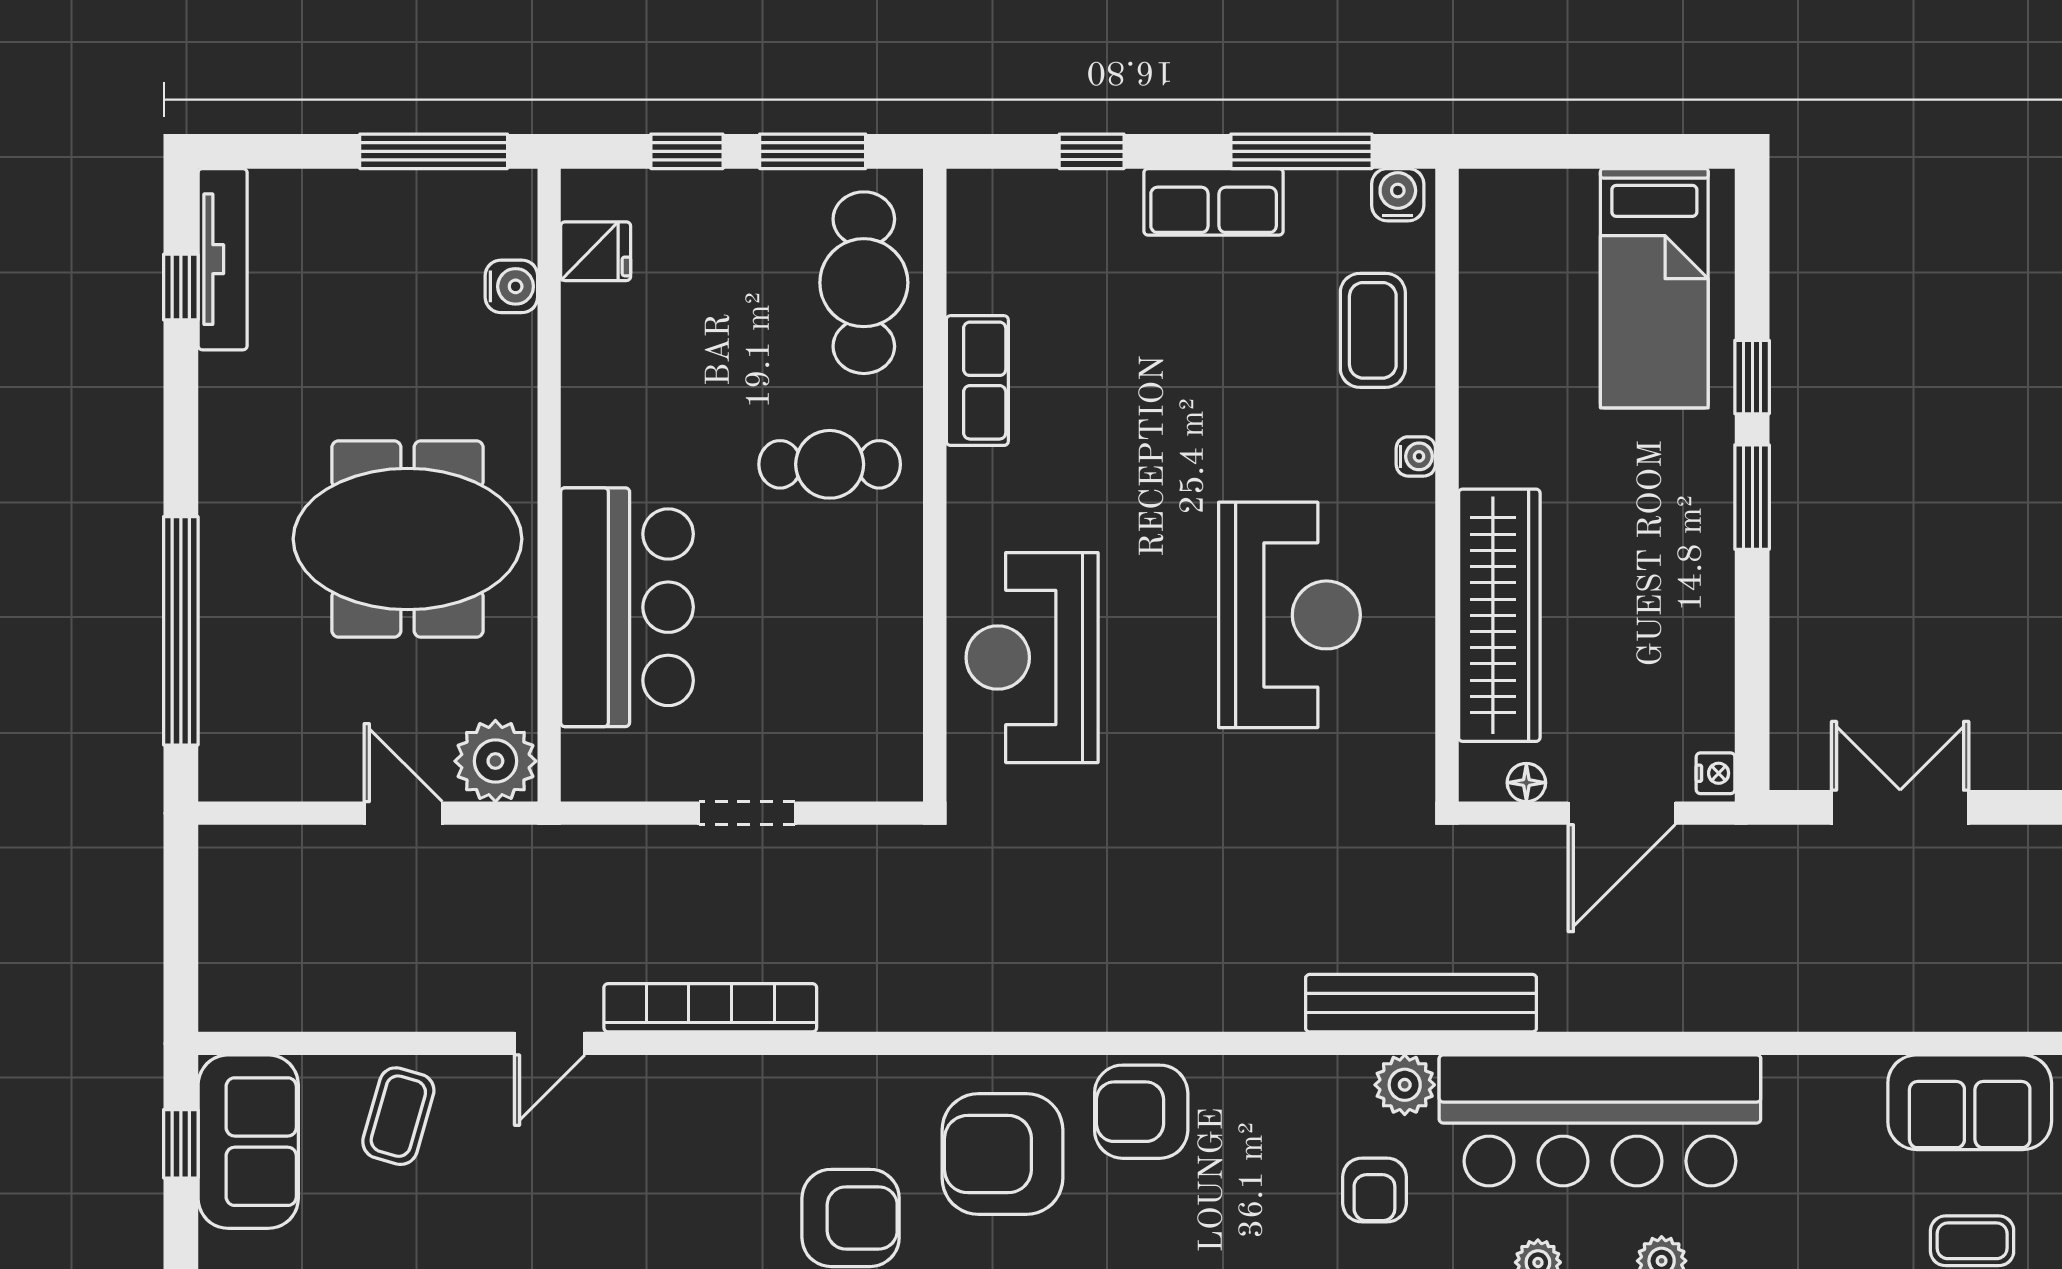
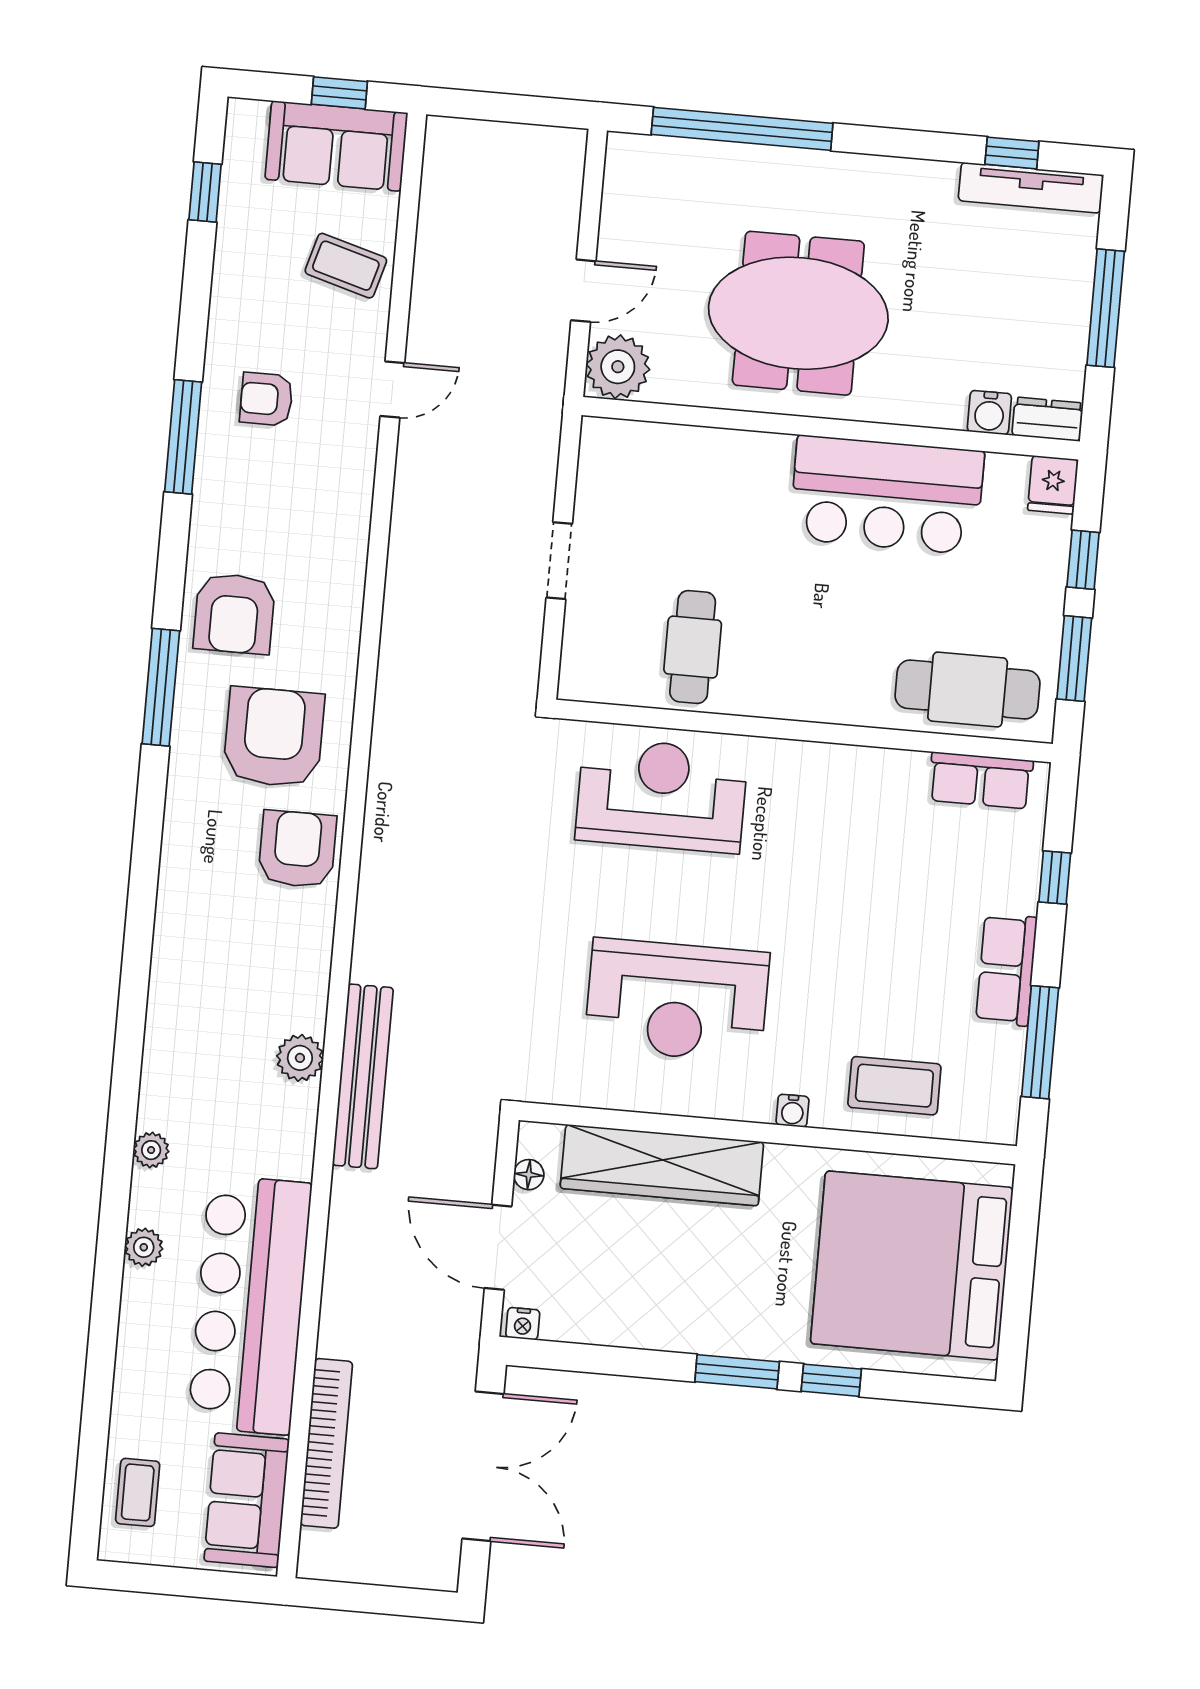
window: (434, 151) -> (1106, 308), moved
water cooler: (1398, 195) -> (999, 1115), removed
dresser: (513, 212) -> (1048, 419), added
fridge: (596, 251) -> (1053, 485), moved
bed: (1654, 288) -> (912, 1266), width x2.04
row of seats: (977, 381) -> (981, 780), moved
cafe table: (830, 464) -> (693, 647), moved
meeting table: (407, 539) -> (798, 313), turned 90
bar counter: (627, 607) -> (887, 495), moved
double door: (1900, 807) -> (483, 1466), width x1.37
bookcase: (710, 1008) -> (327, 1443), moved
door: (550, 1043) -> (392, 389), swing flipped
bar counter: (1600, 1120) -> (250, 1305), moved
armchair: (1374, 1190) -> (266, 399), moved

